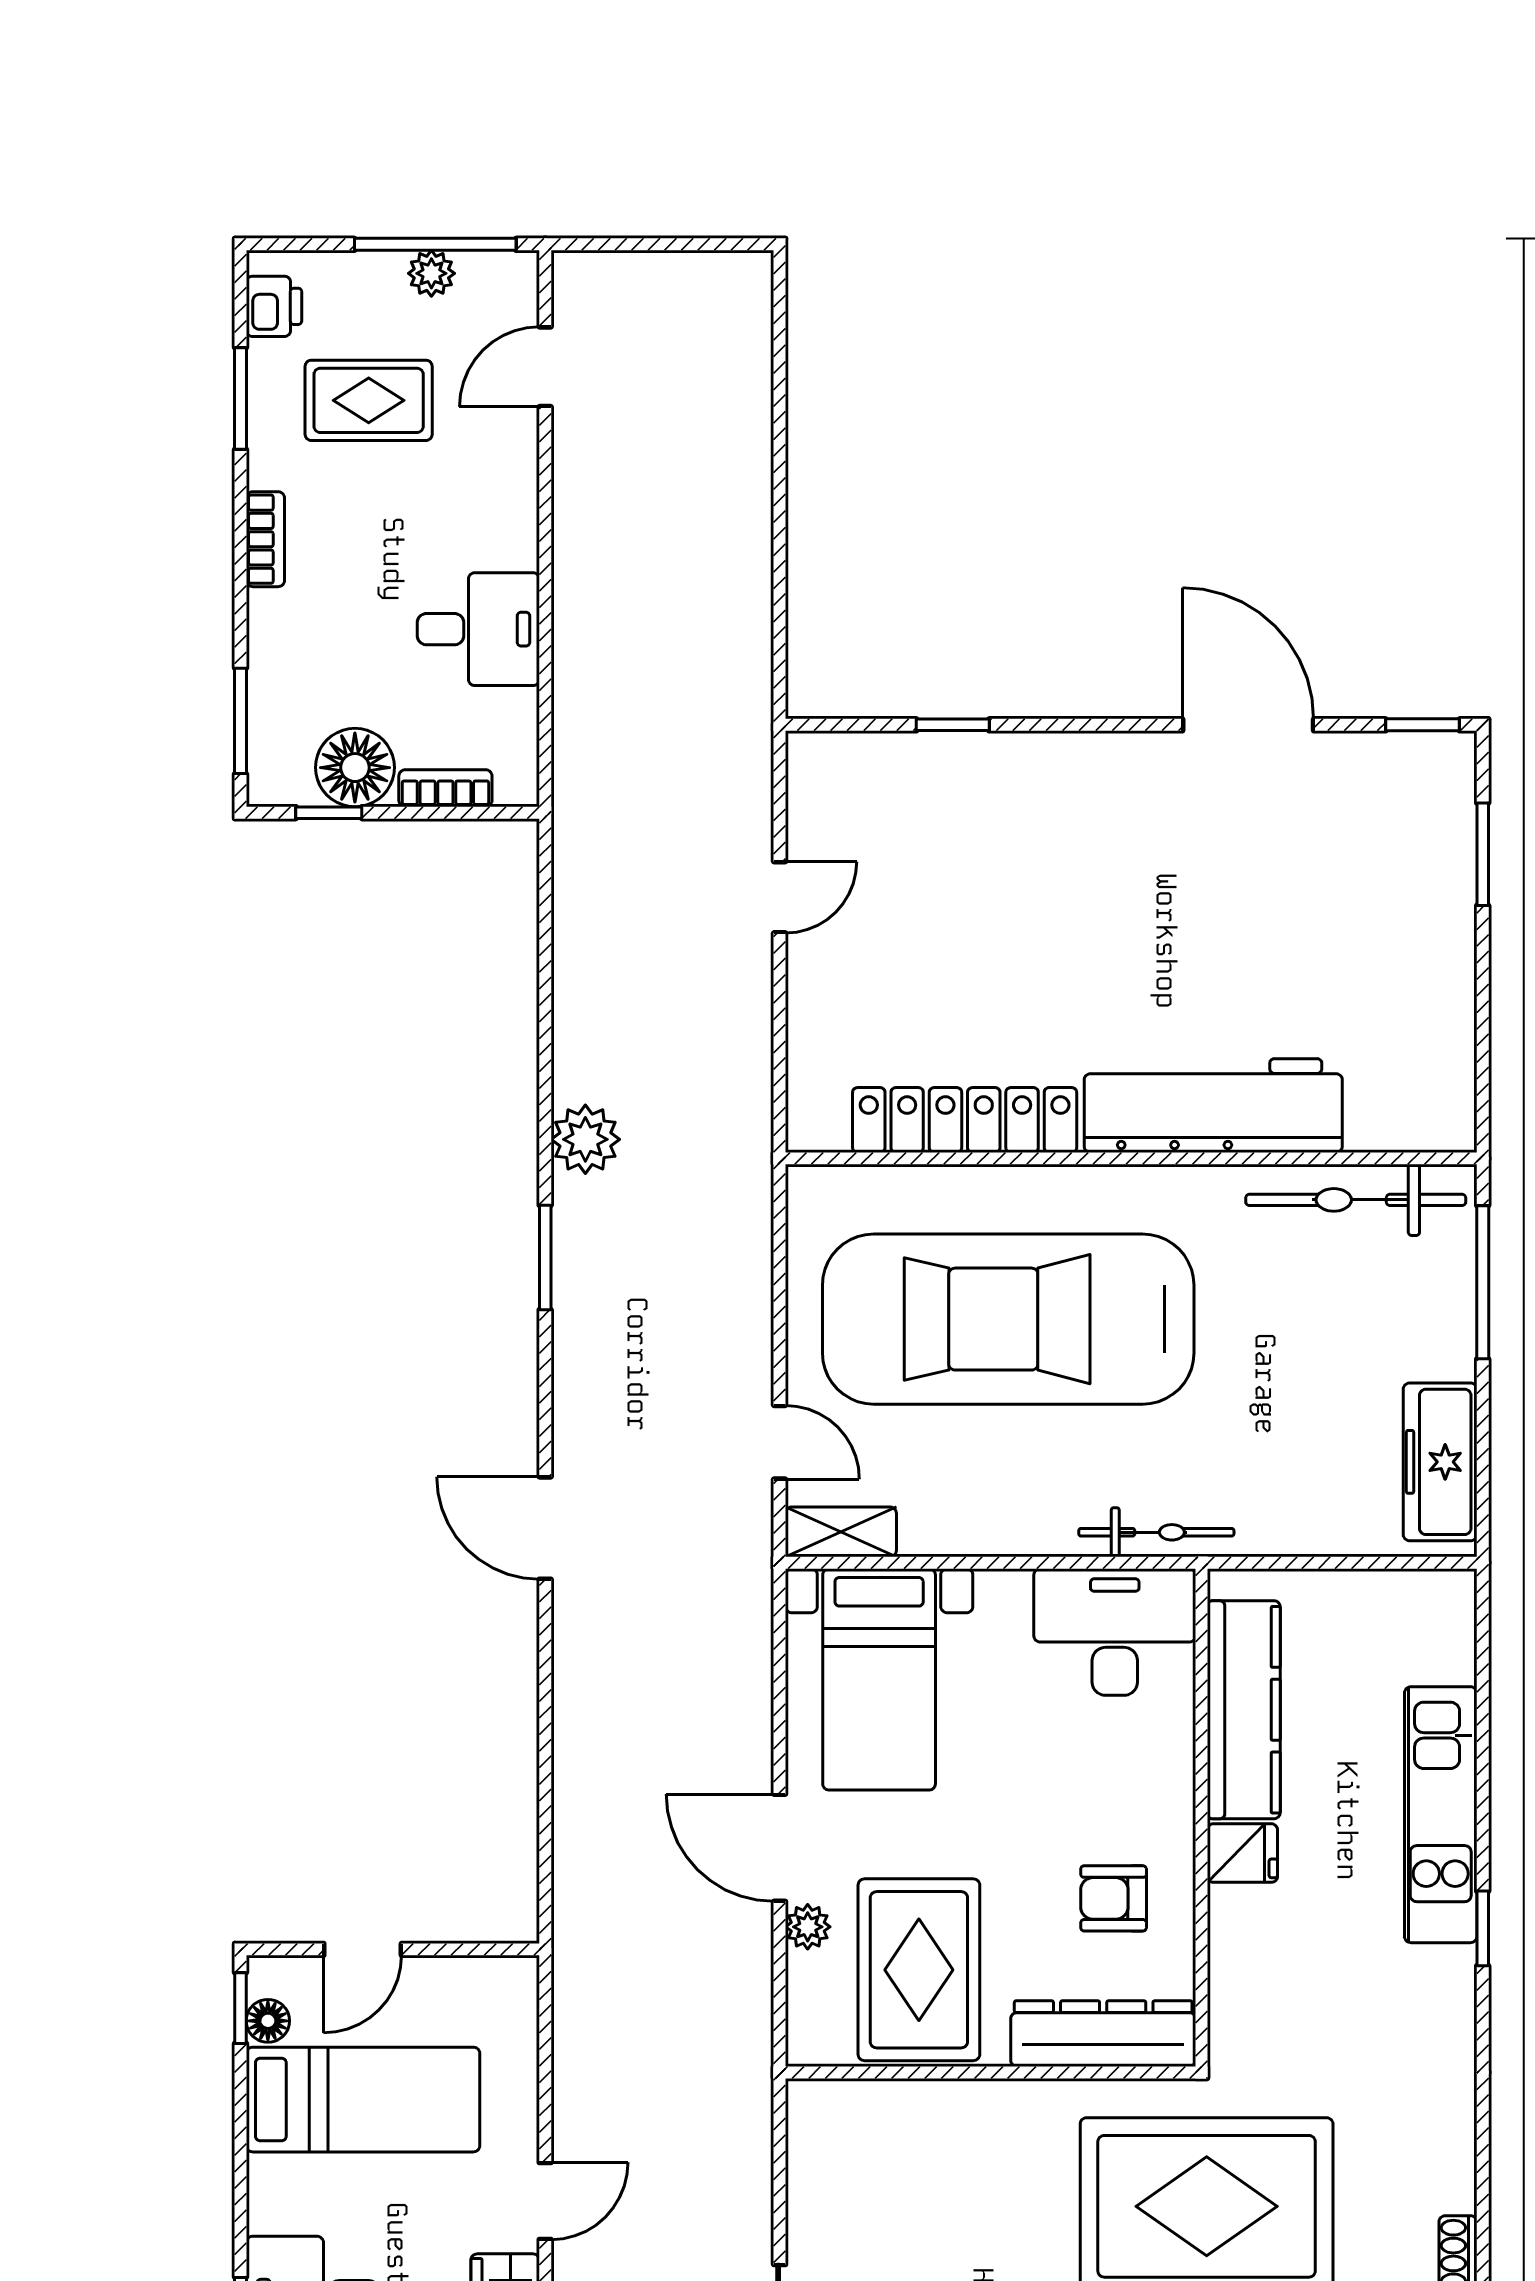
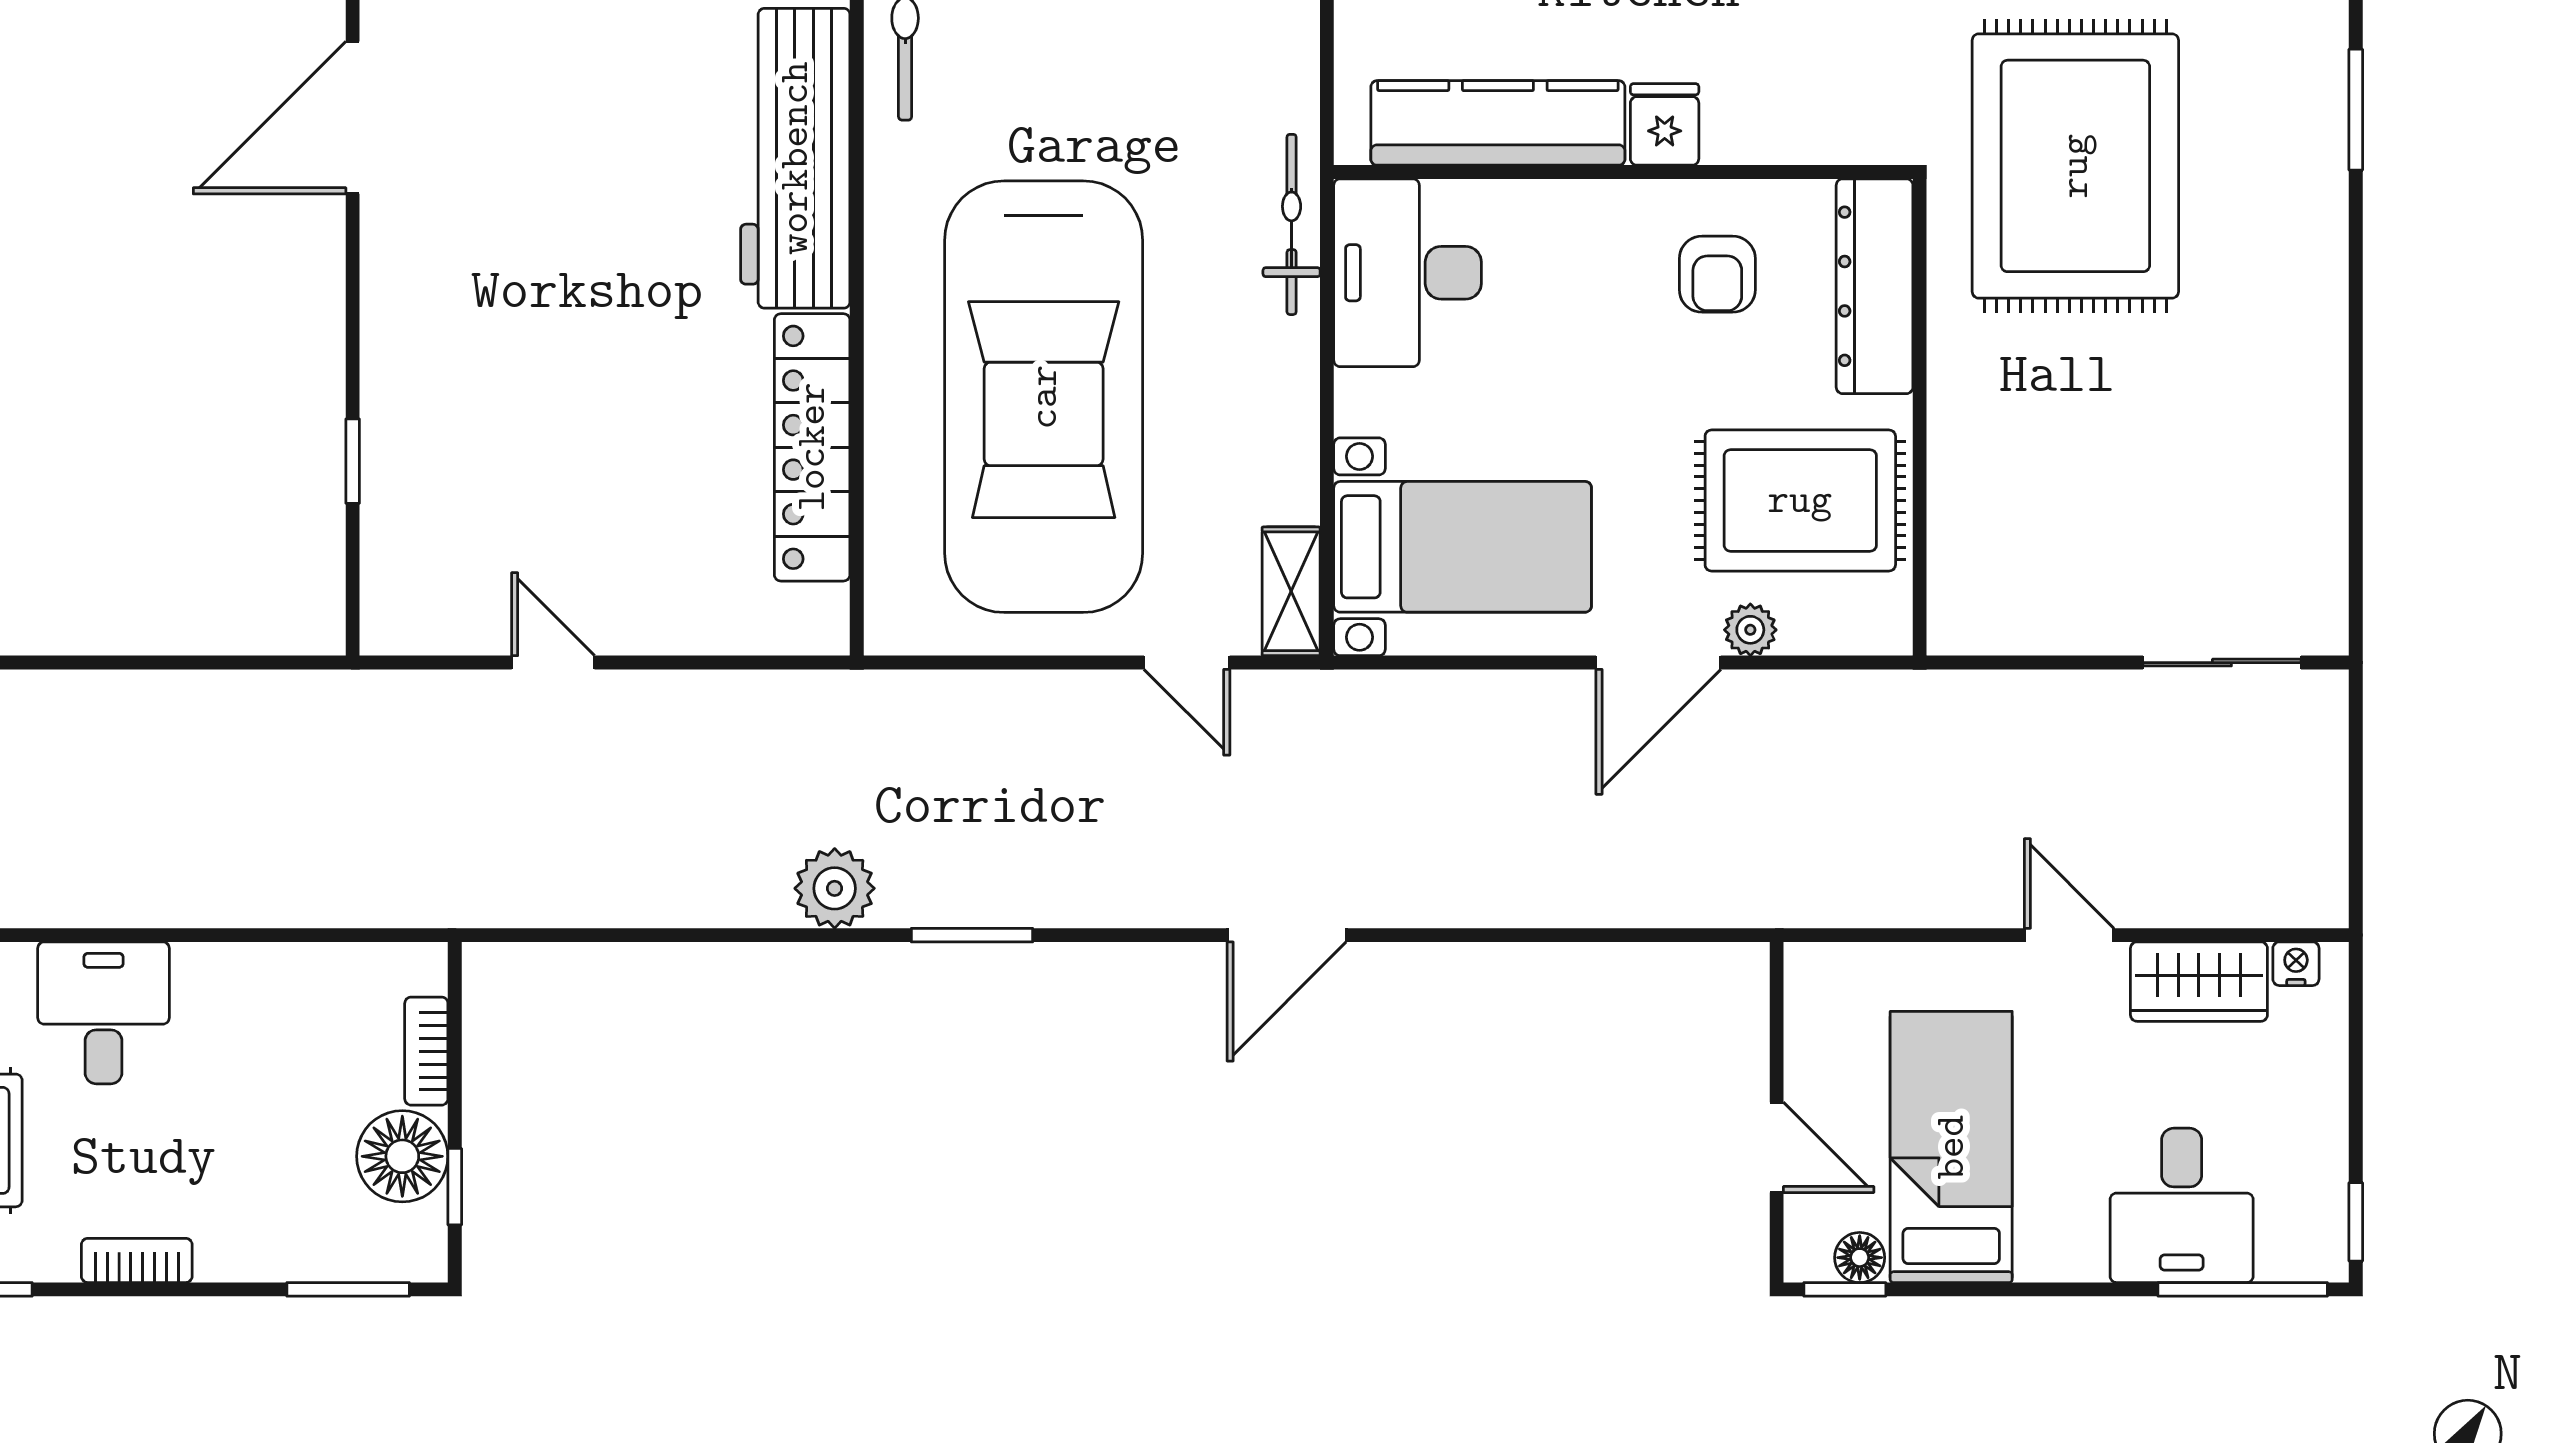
desk: (478, 629) -> (103, 1013), moved
door: (780, 1442) -> (1187, 663), swing flipped

